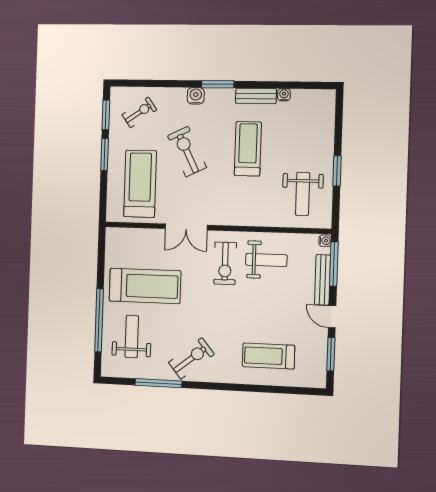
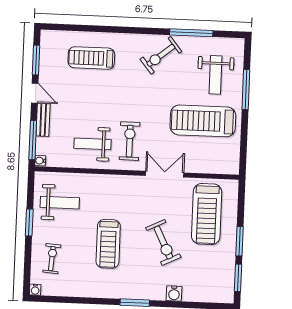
water cooler: (284, 95) -> (35, 290), moved
water cooler: (196, 96) -> (174, 294), moved
bench: (256, 96) -> (100, 291), removed
exercise bike: (139, 112) -> (52, 259), moved, turned 129
weight bench: (303, 194) -> (60, 203), turned 90
bench: (323, 280) -> (43, 120), width x0.73
window: (99, 320) -> (246, 90), width x0.68
treadmill: (268, 356) -> (91, 58), turned 180

